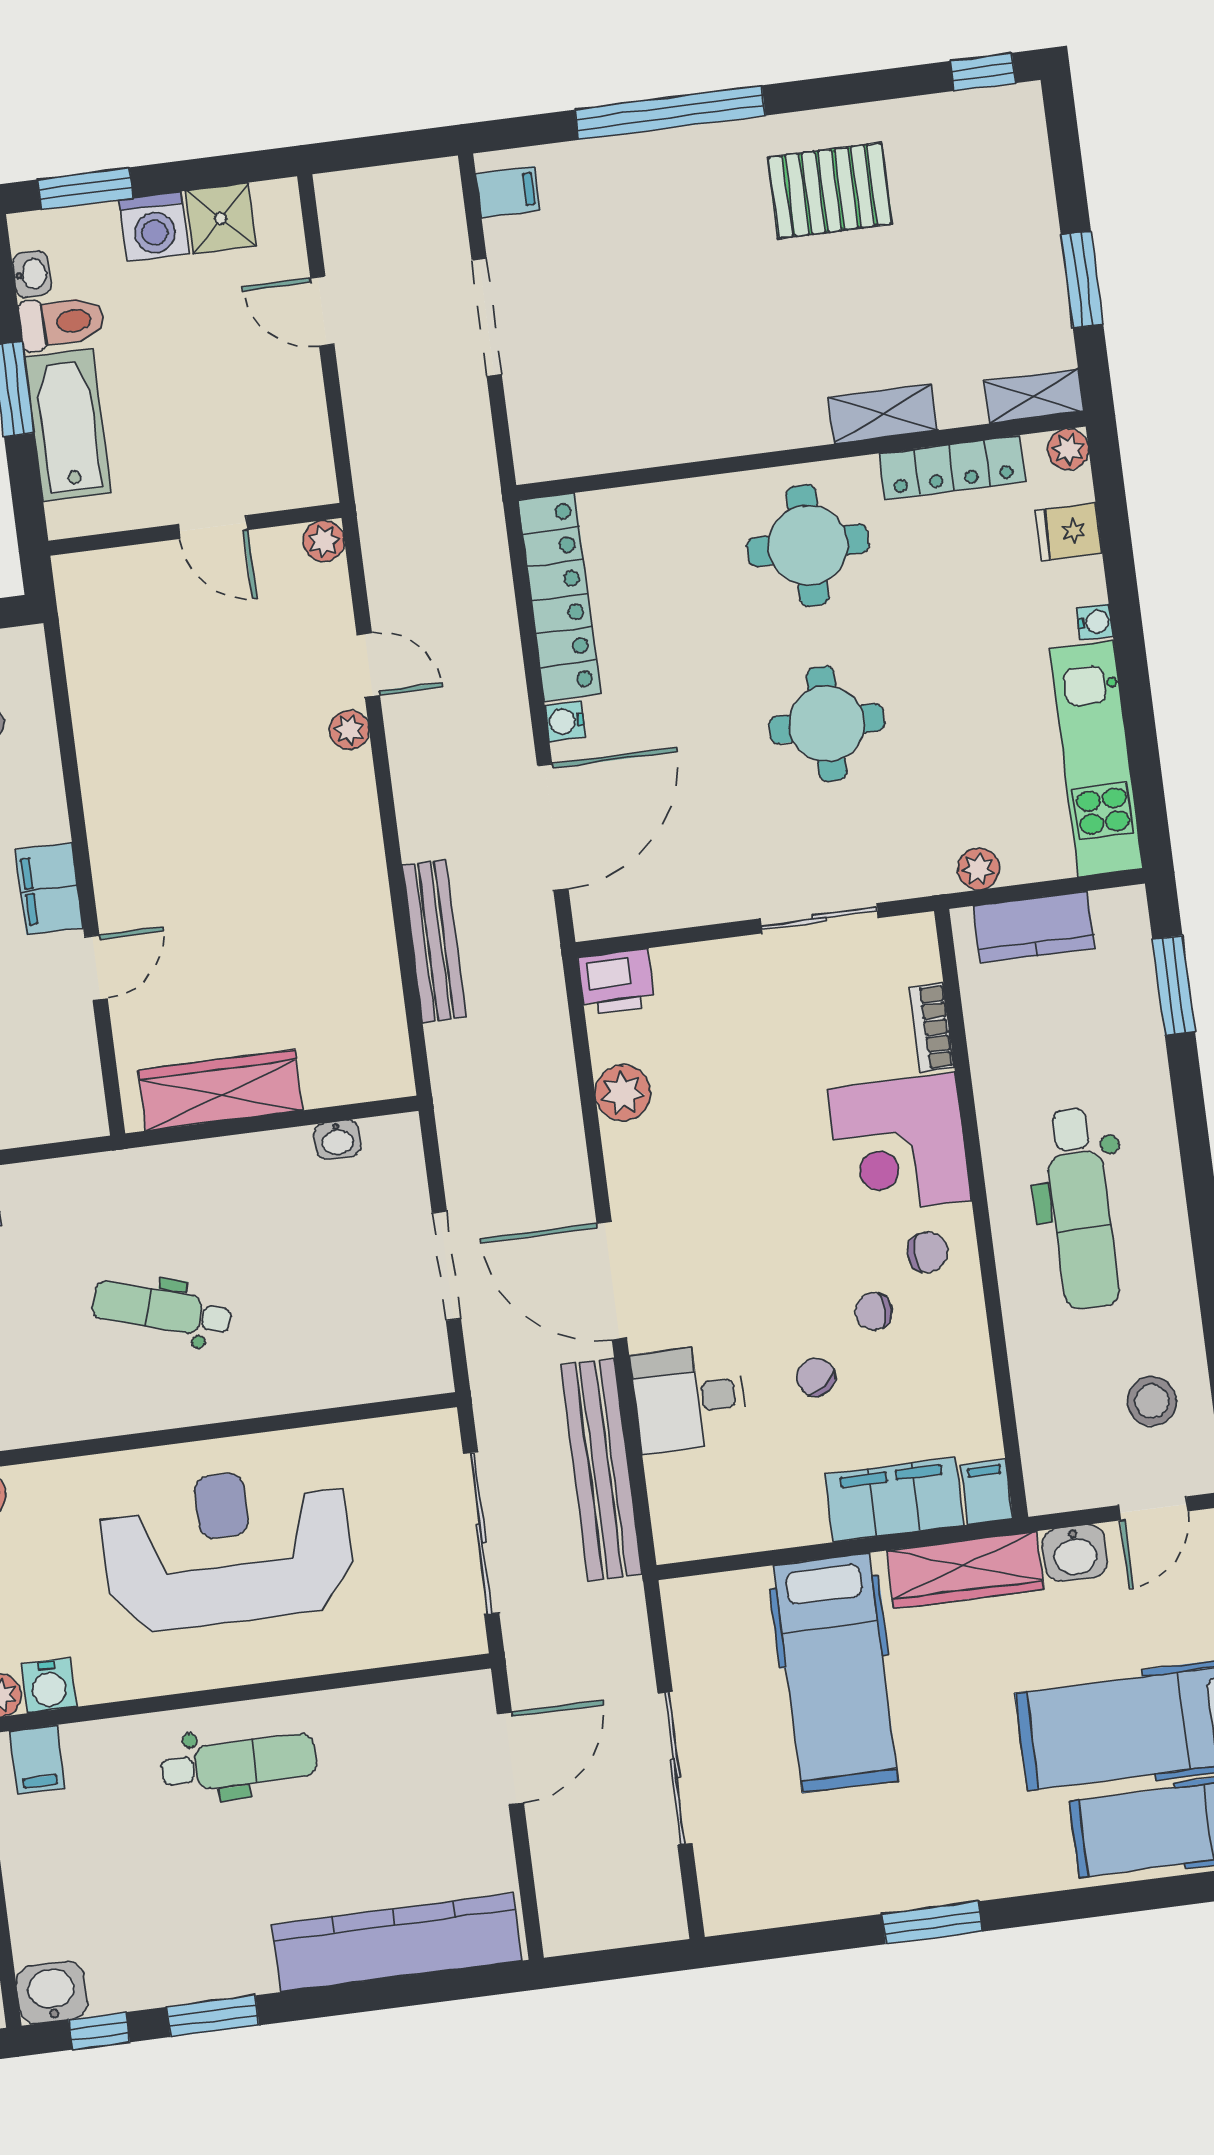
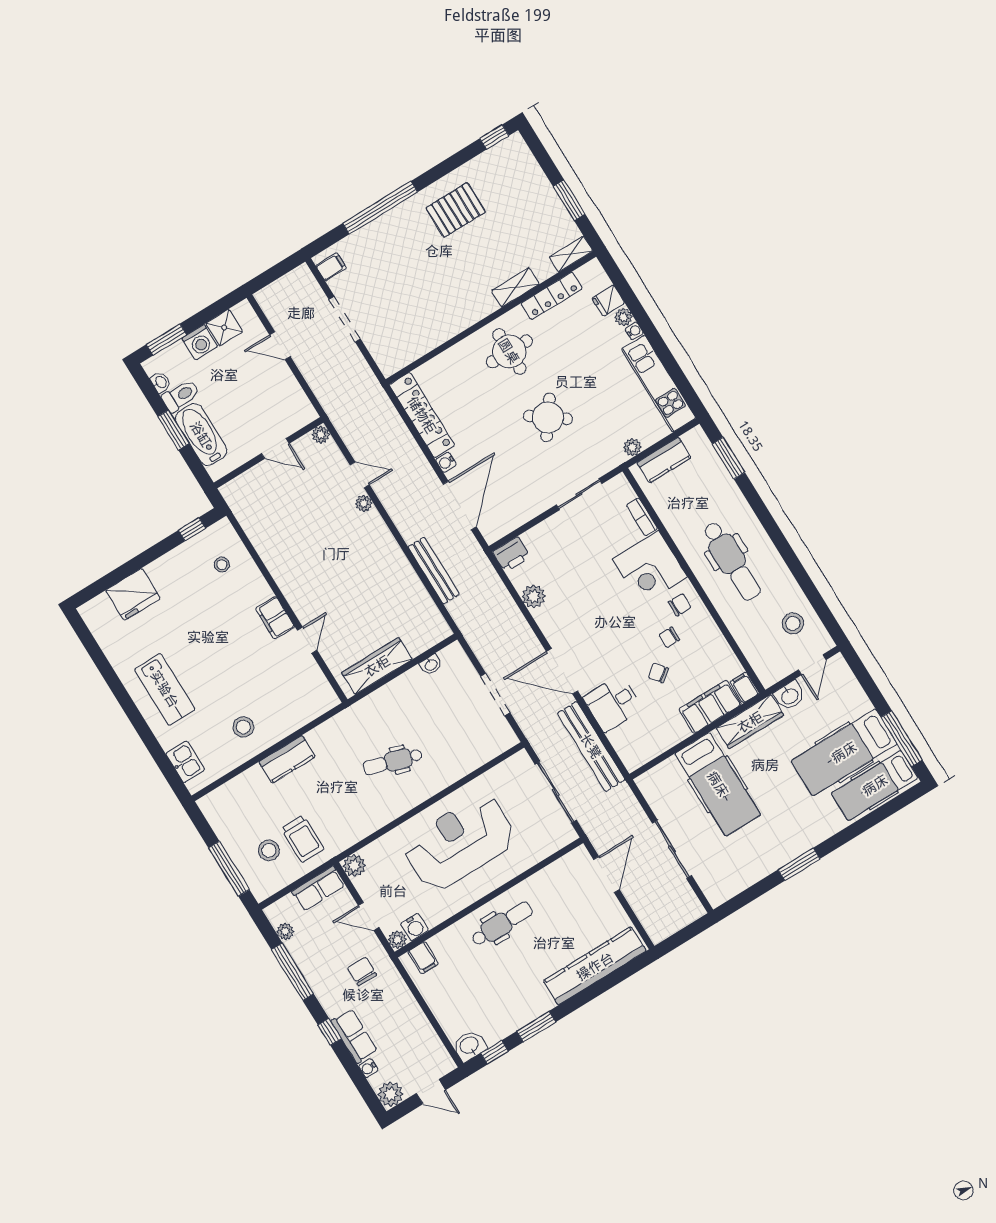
plant: (1068, 449) -> (623, 317), moved
round table: (827, 724) -> (548, 417), turned 36

